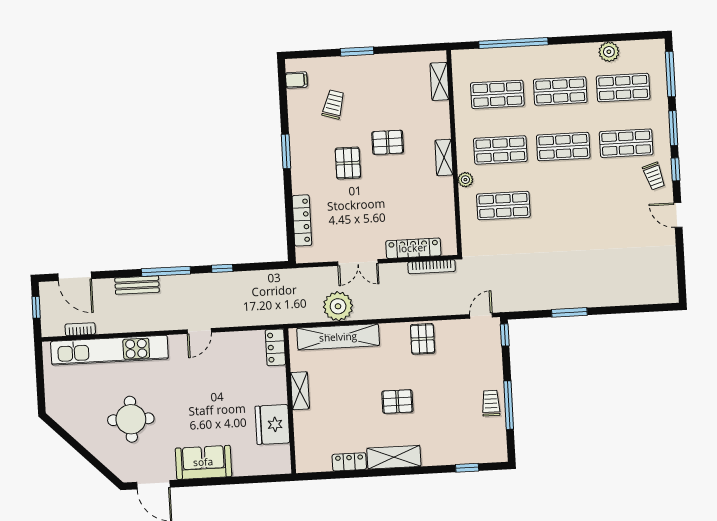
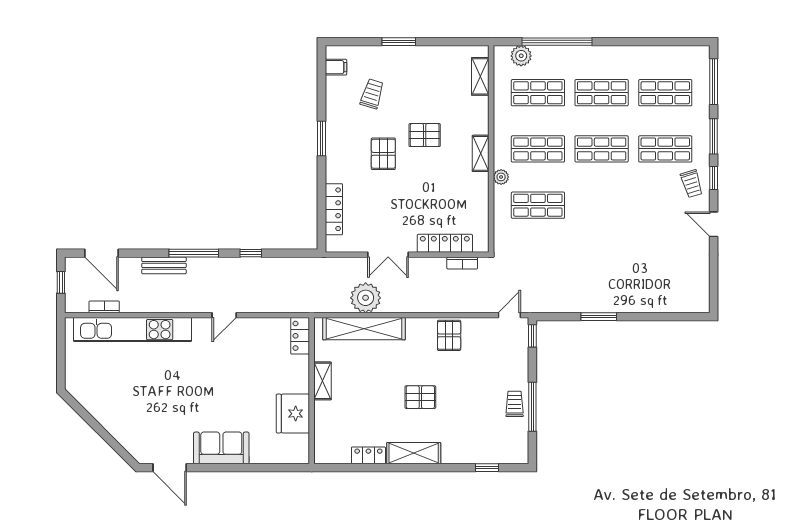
plant: (609, 52) -> (521, 56), moved
bookcase: (432, 267) -> (462, 263), width x0.64
round table: (131, 419) -> (150, 400), removed

